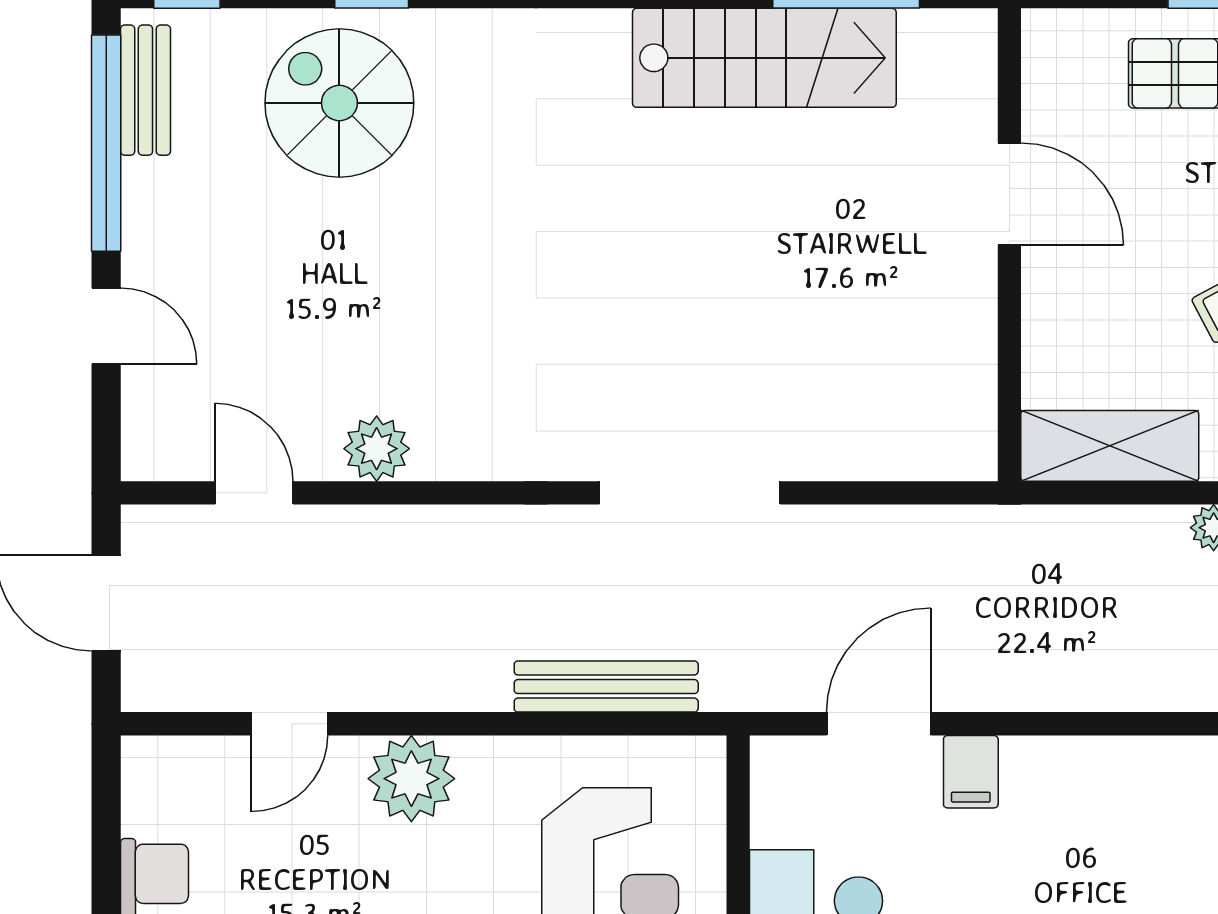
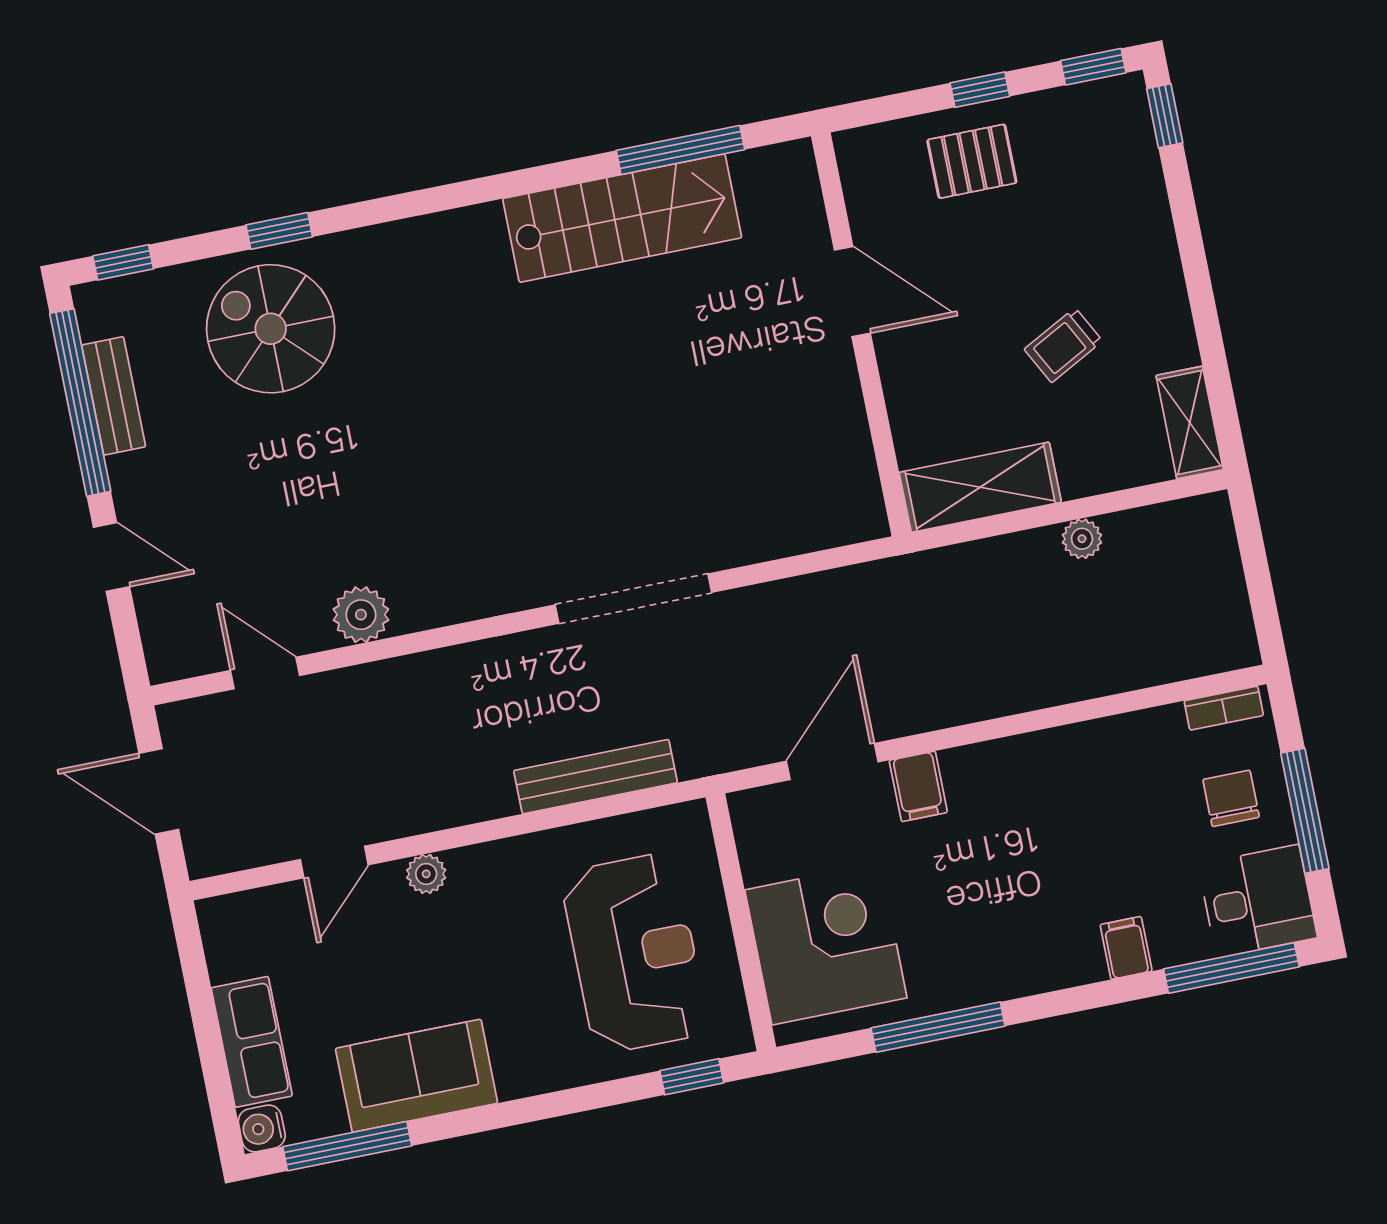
bench: (145, 90) -> (114, 396), moved
plant: (411, 779) -> (426, 874), width x0.53, depth x0.53

